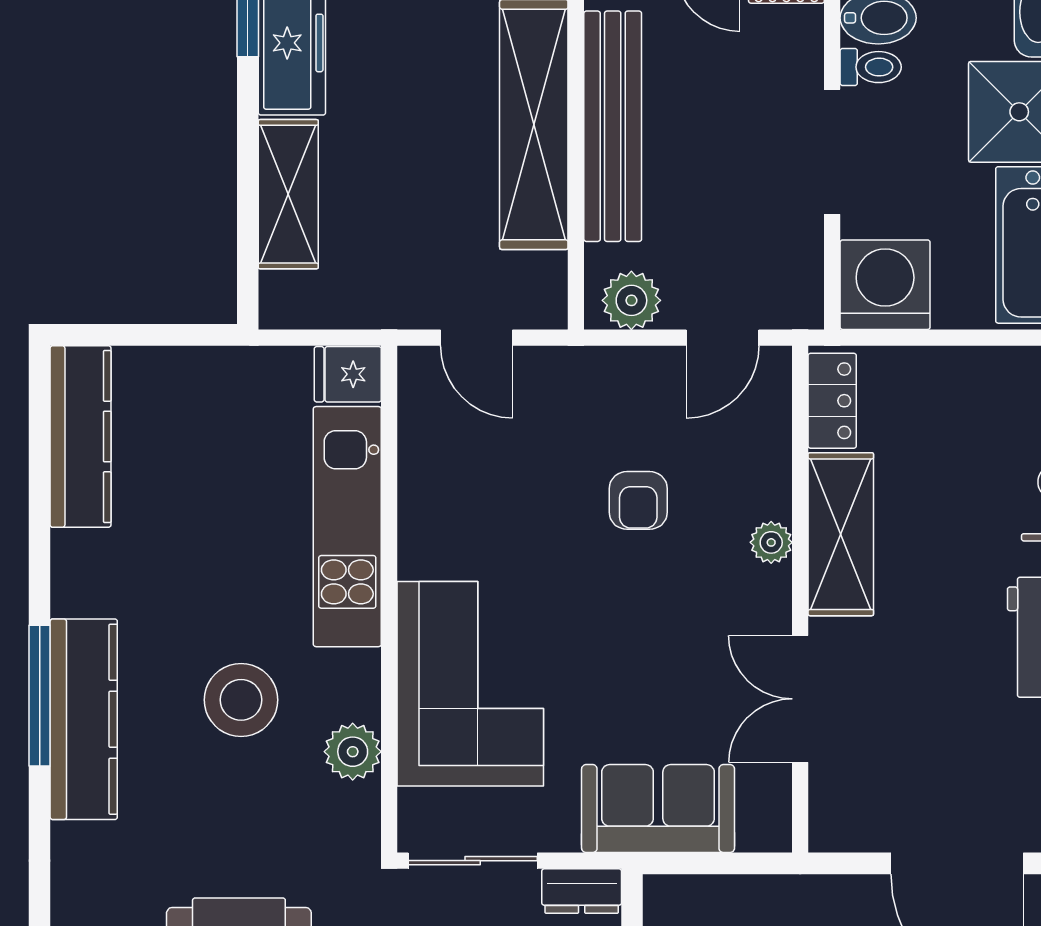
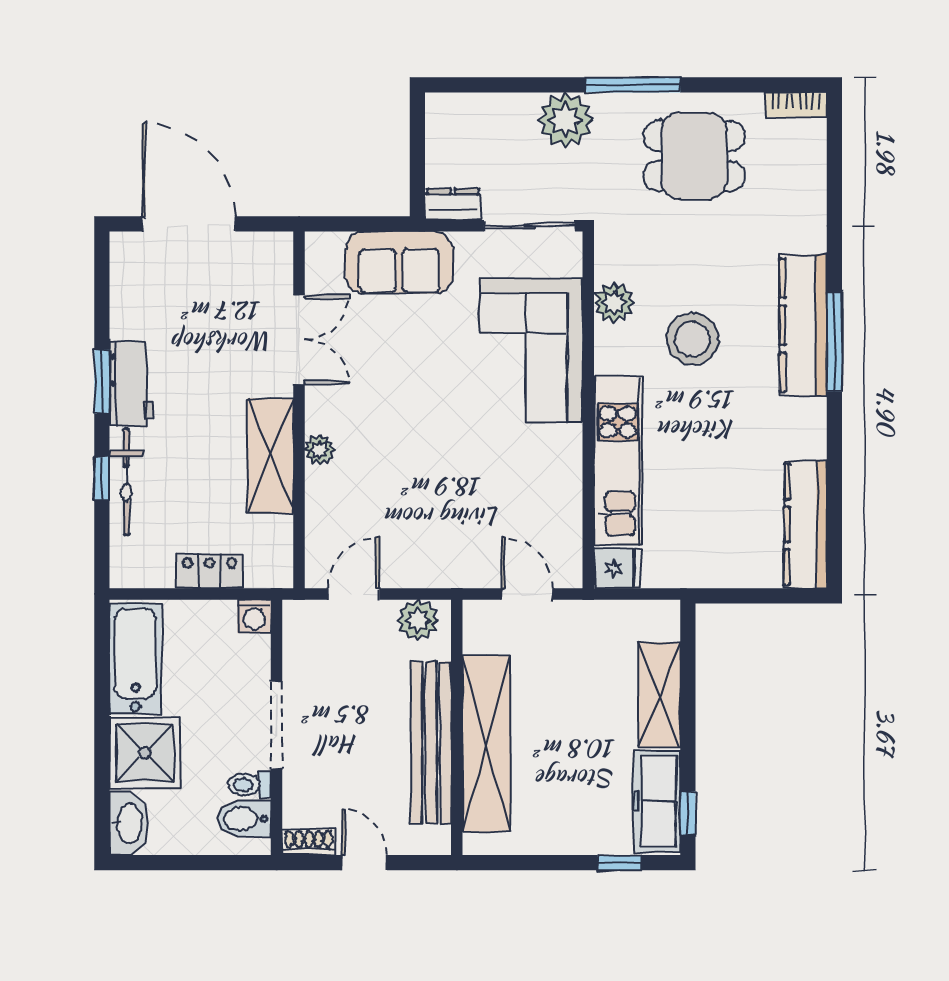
washing machine: (885, 285) -> (254, 616), width x0.53, depth x0.53
locker: (832, 401) -> (209, 571), moved, turned 90
armchair: (638, 500) -> (413, 479), removed

